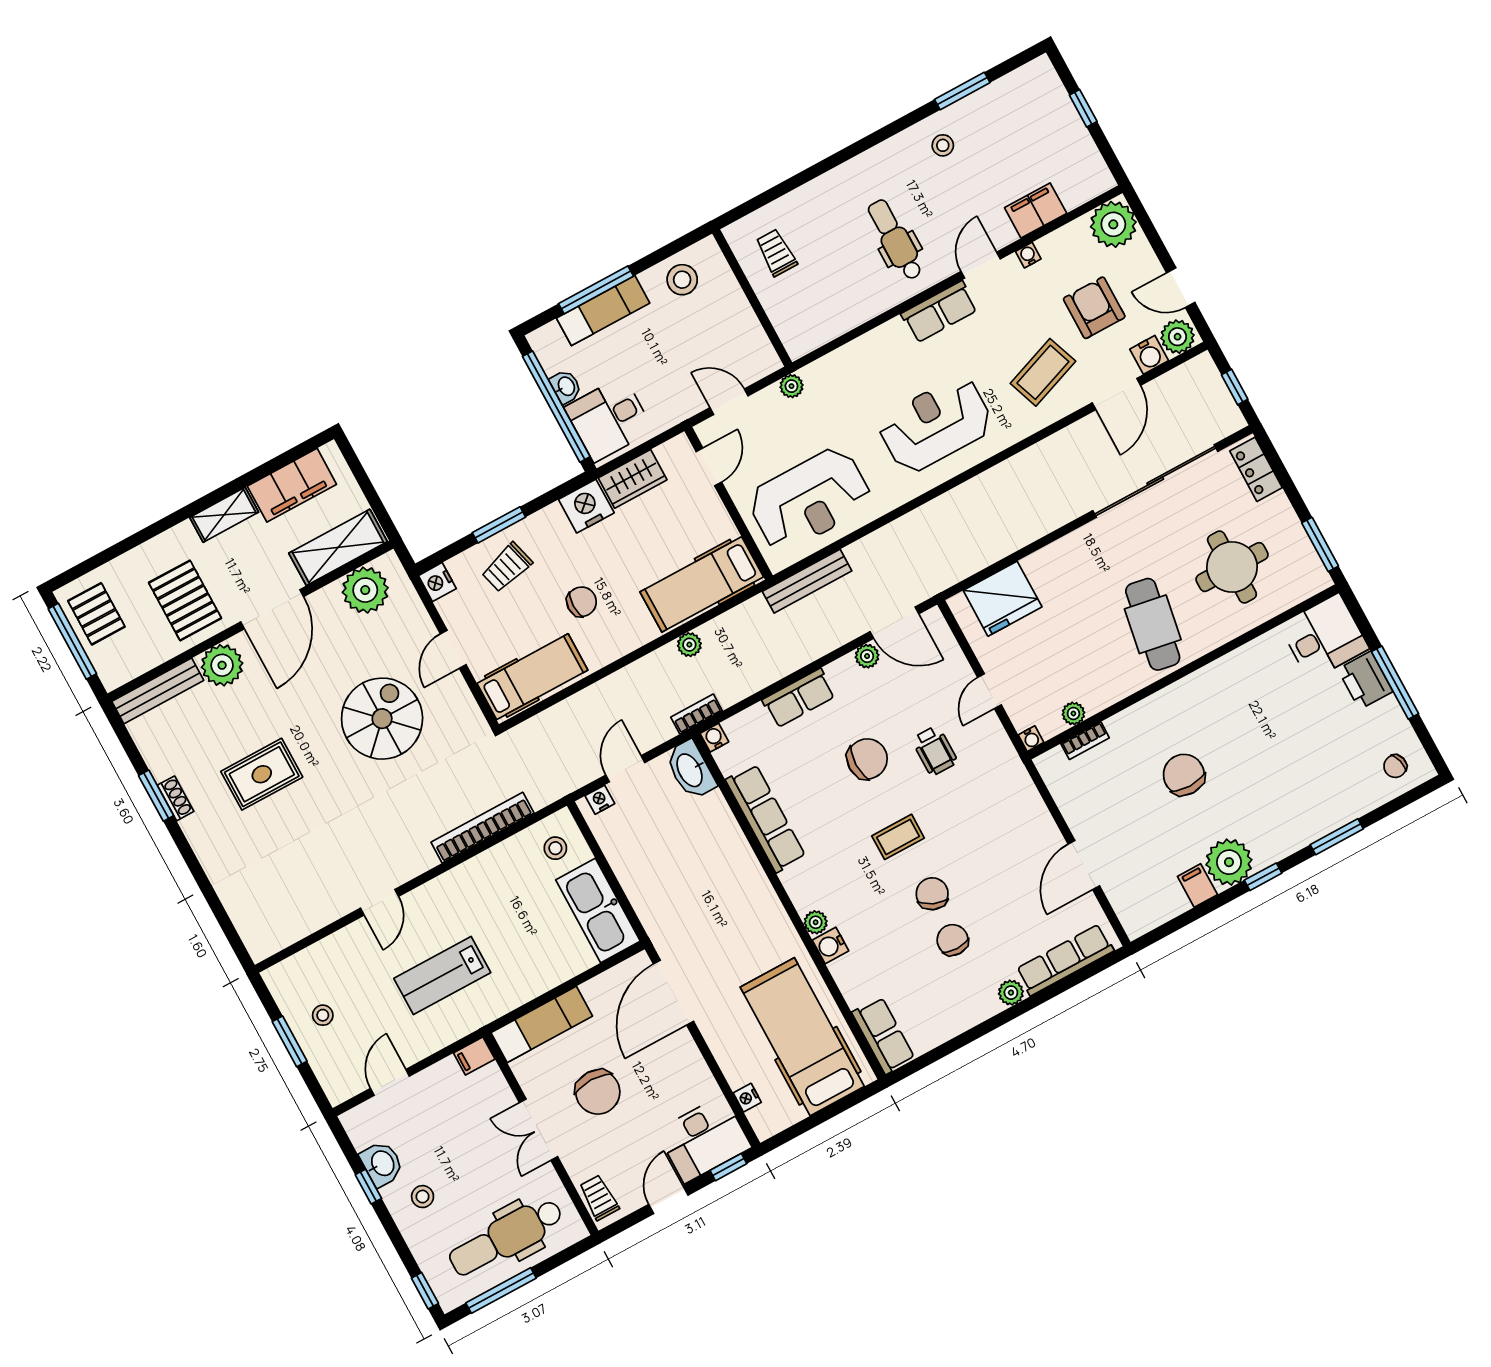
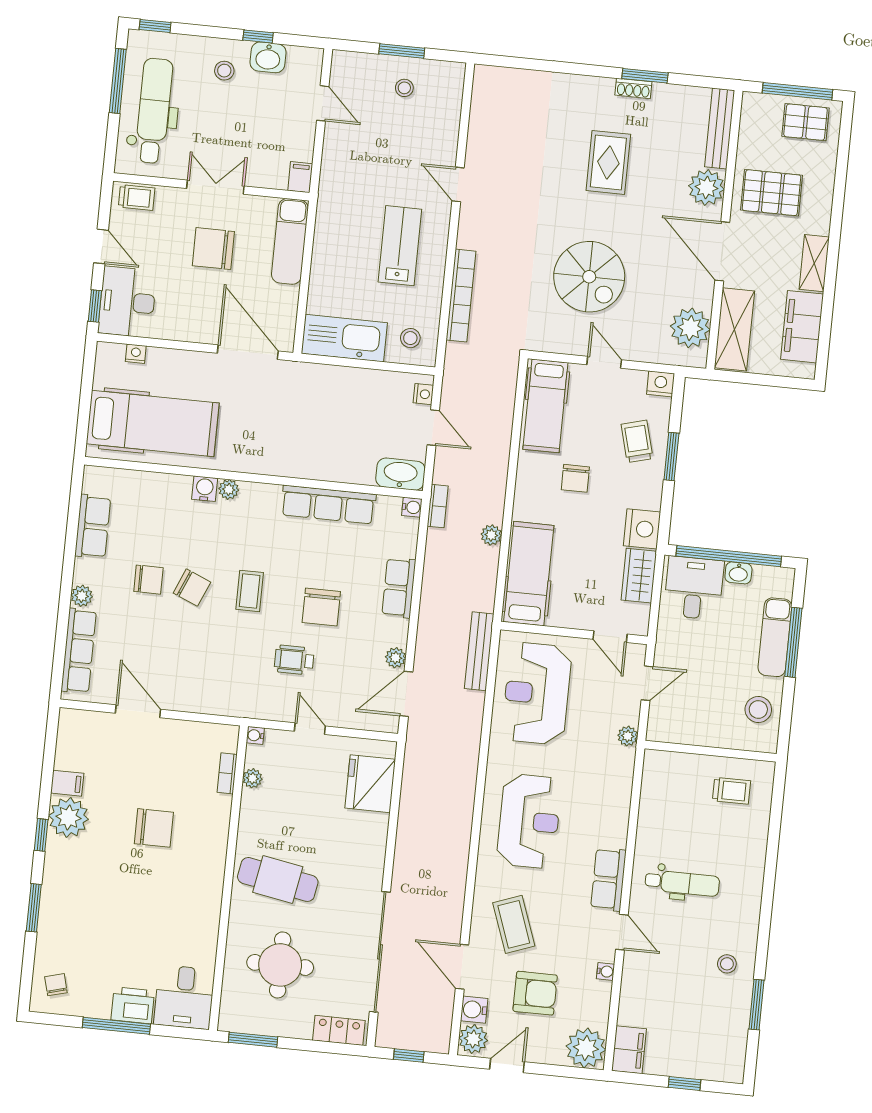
filing cabinet: (1036, 210) -> (629, 1050), moved
lab bench: (442, 976) -> (400, 246), moved
row of seats: (883, 1035) -> (93, 526), moved, turned -90

